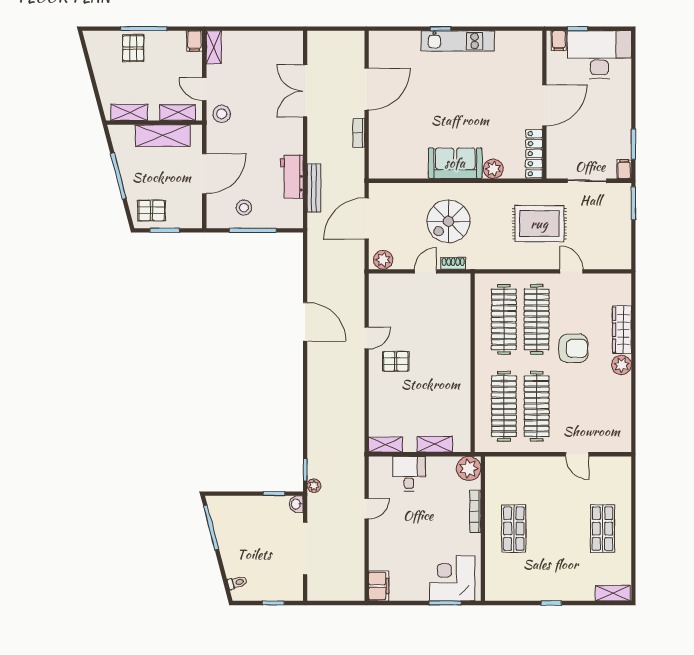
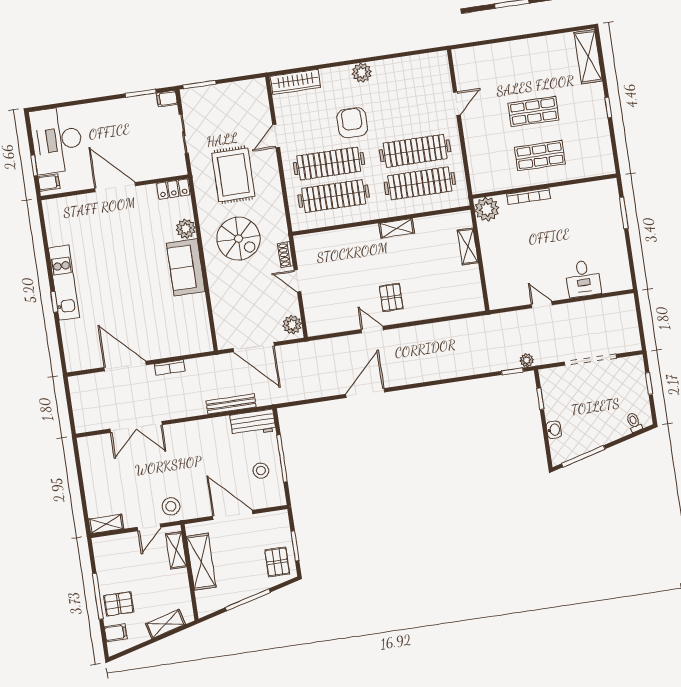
filing cabinet: (194, 41) -> (116, 633), moved
shelving: (129, 112) -> (166, 624), moved, turned 75
locker: (534, 154) -> (173, 189), width x0.66
workbench: (292, 177) -> (253, 423), moved
spiral stairs: (448, 221) -> (238, 239), moved
wardrobe: (622, 330) -> (295, 82), moved
shelving: (386, 445) -> (397, 228), moved, turned 90
desk: (409, 474) -> (583, 279), moved, turned -90
washbasin: (296, 504) -> (554, 430), moved, turned -90
shop shelf: (602, 529) -> (533, 112), moved
corner desk: (452, 578) -> (598, 210), removed
filing cabinet: (379, 586) -> (617, 281), removed
shelving: (613, 593) -> (588, 57), width x1.50, depth x1.33

